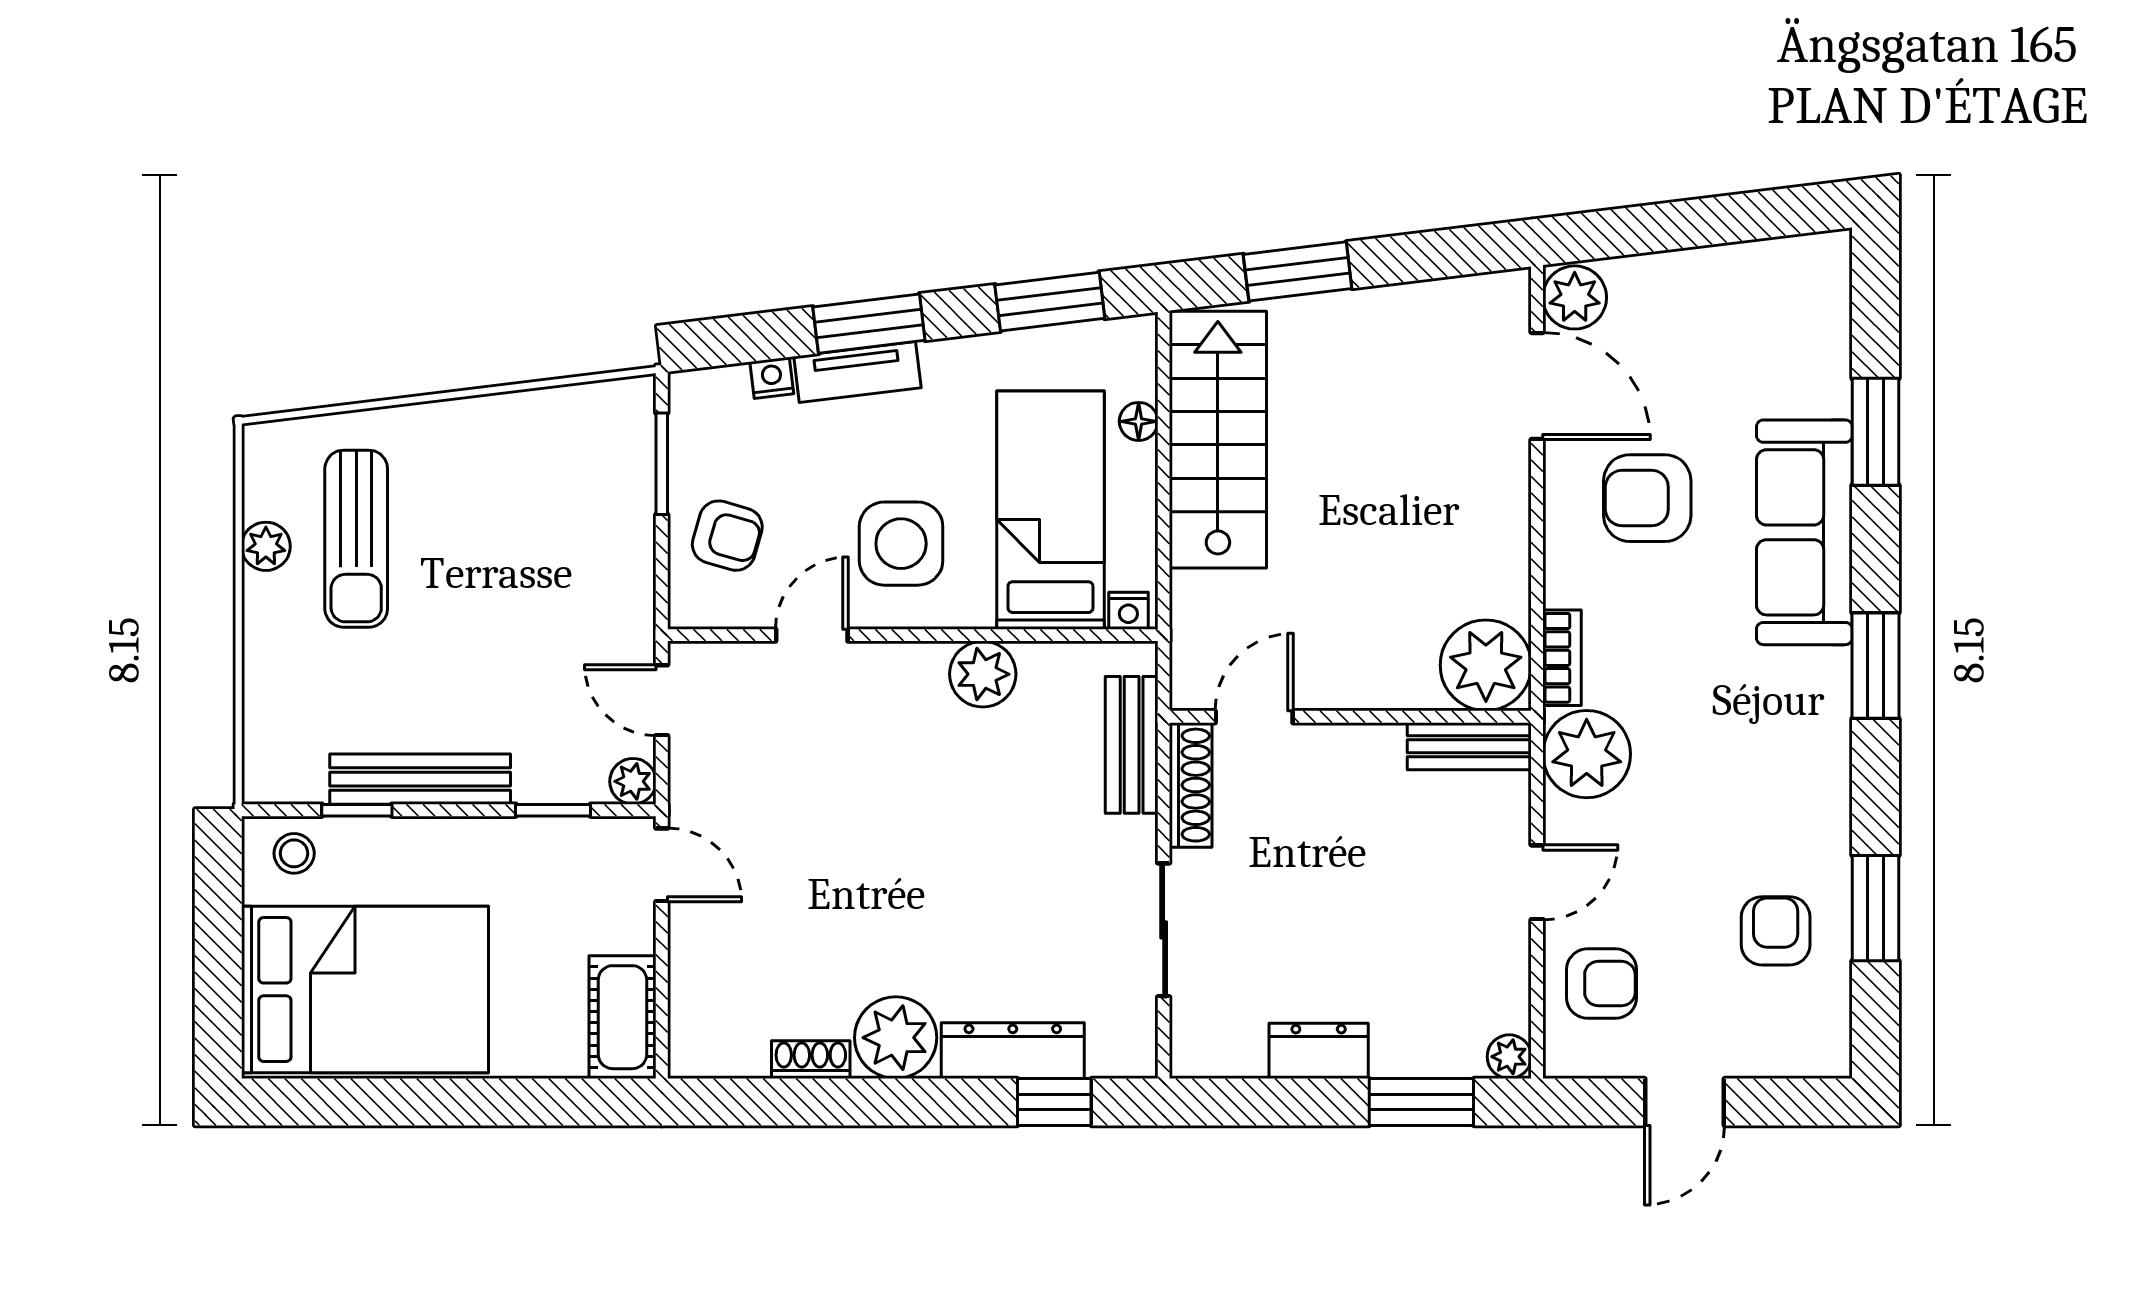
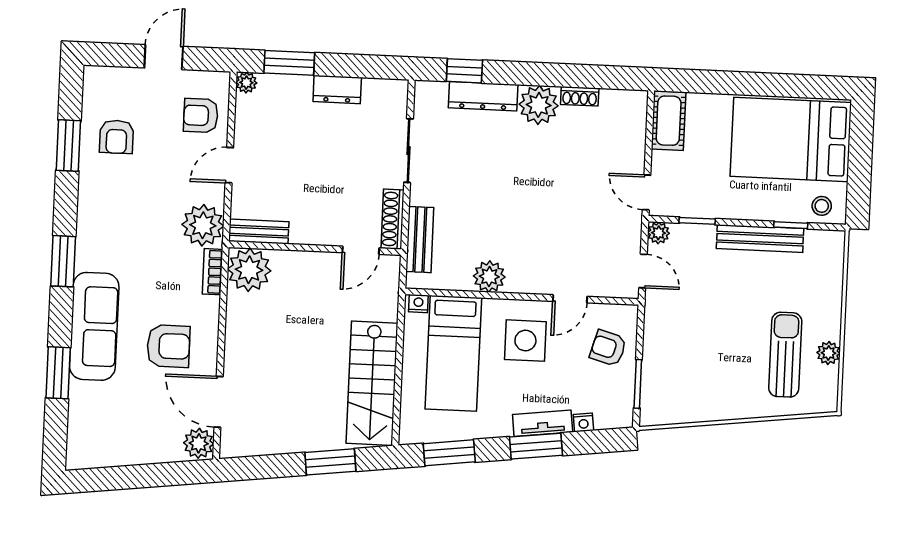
floor lamp: (1139, 421) -> (409, 394), removed

